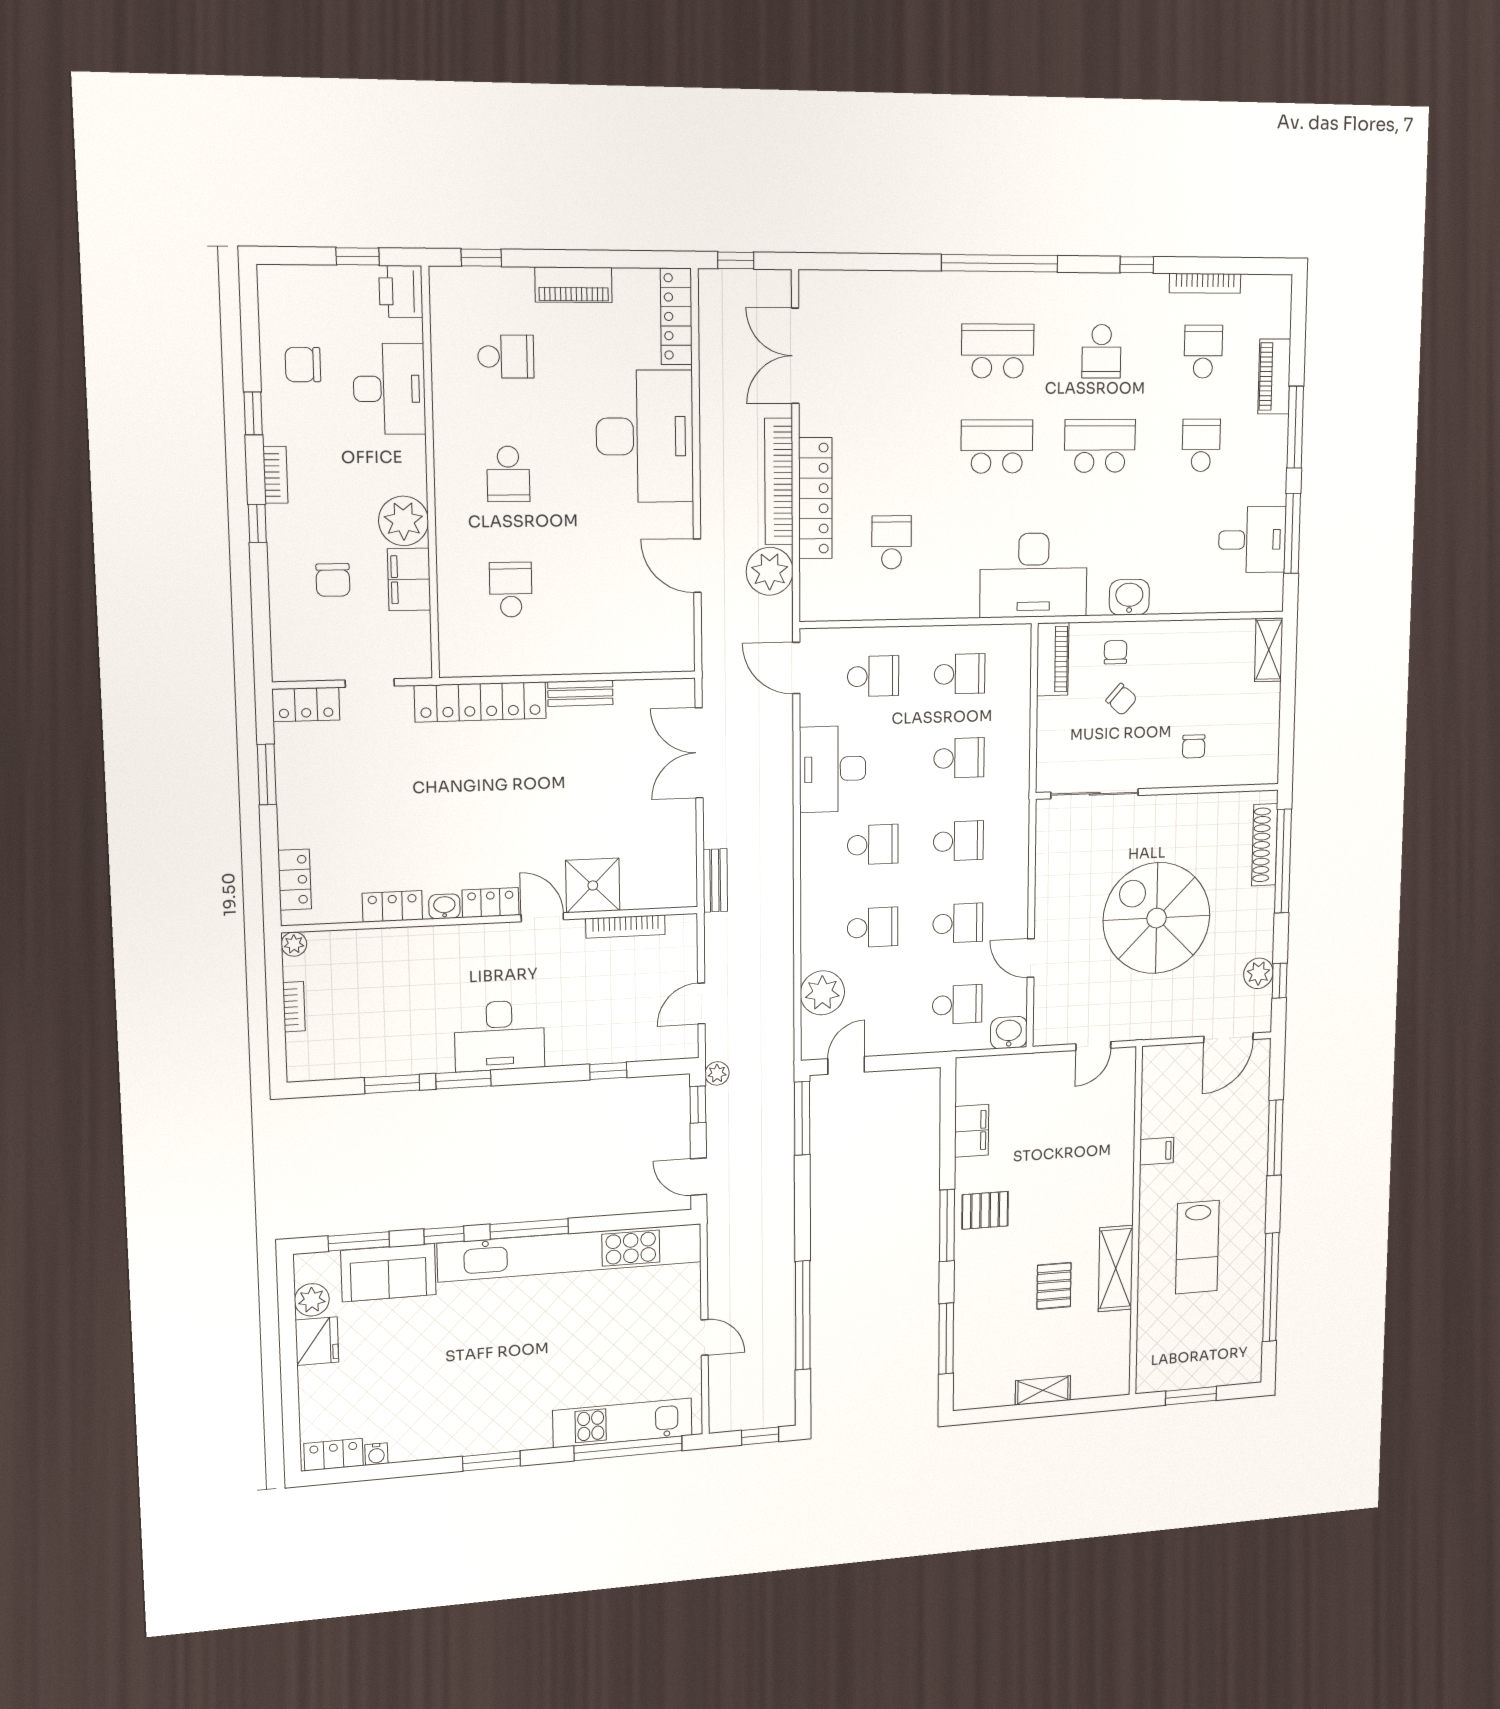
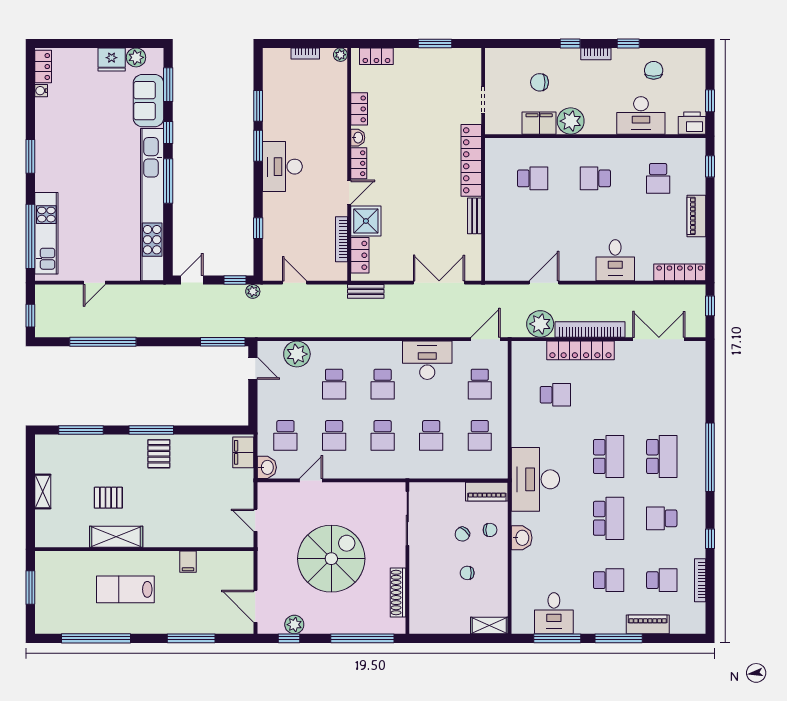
desk: (645, 436) -> (615, 260), width x0.53, depth x0.77
locker: (306, 705) -> (360, 255), moved, turned 180
chair: (1194, 746) -> (467, 573), moved
shoe rack: (1265, 845) -> (398, 593), moved, turned -90
filing cabinet: (972, 1131) -> (243, 452), moved, turned 90

